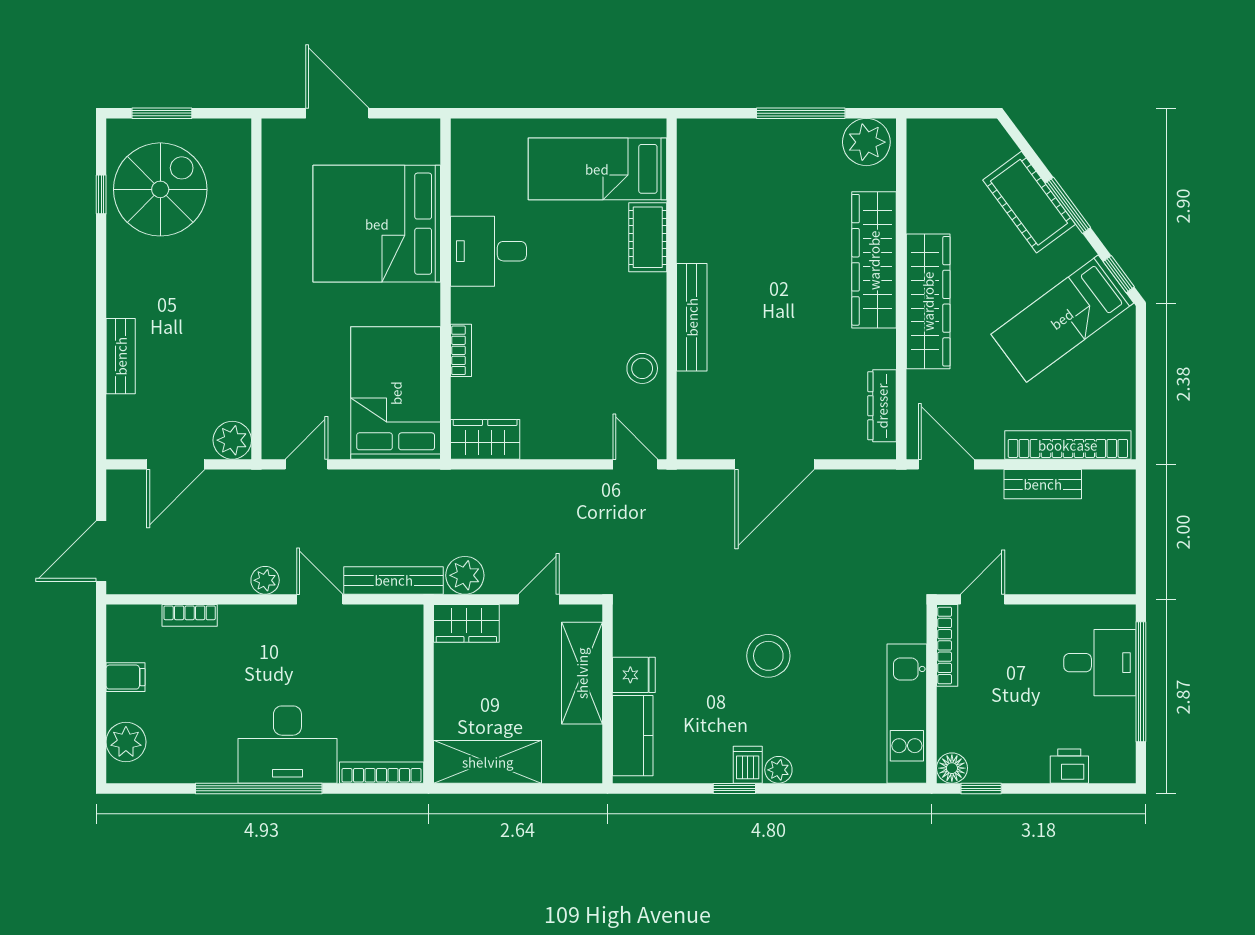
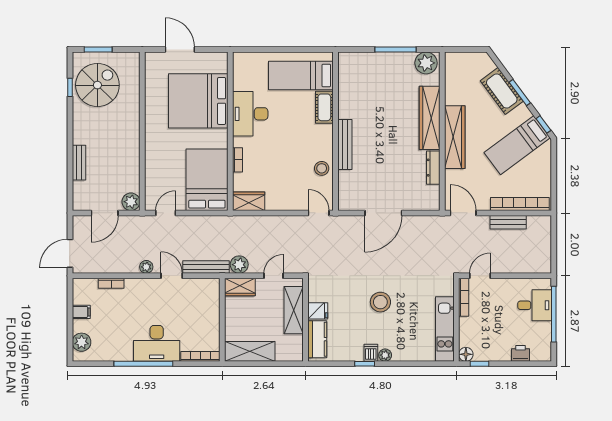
desk: (488, 251) -> (250, 114), width x1.37
dresser: (882, 406) -> (433, 168), moved

